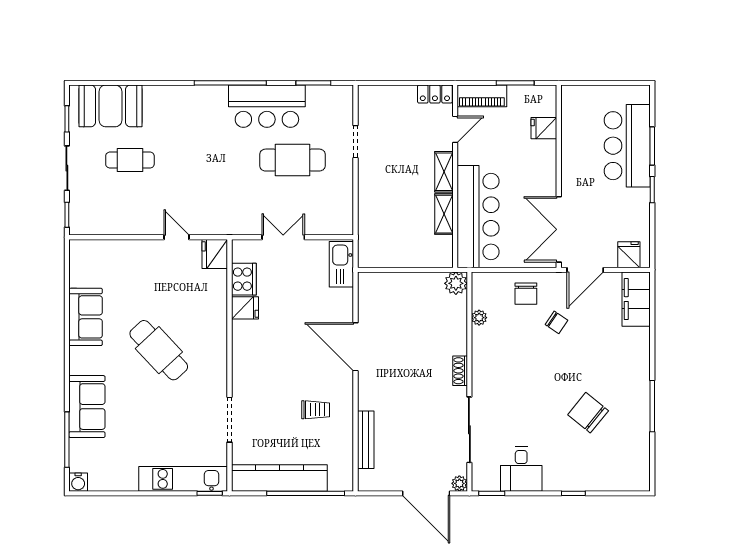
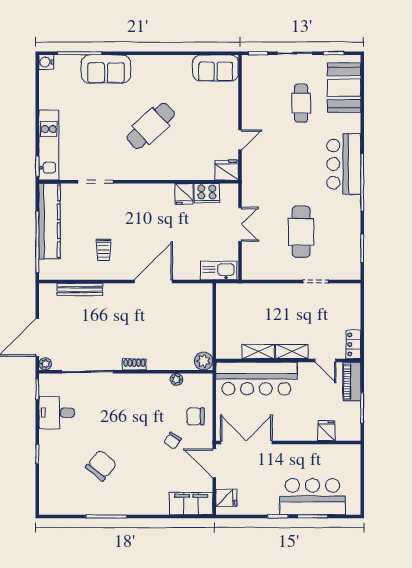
bar counter: (267, 106) -> (344, 164), moved
sofa: (86, 317) -> (216, 68), moved

